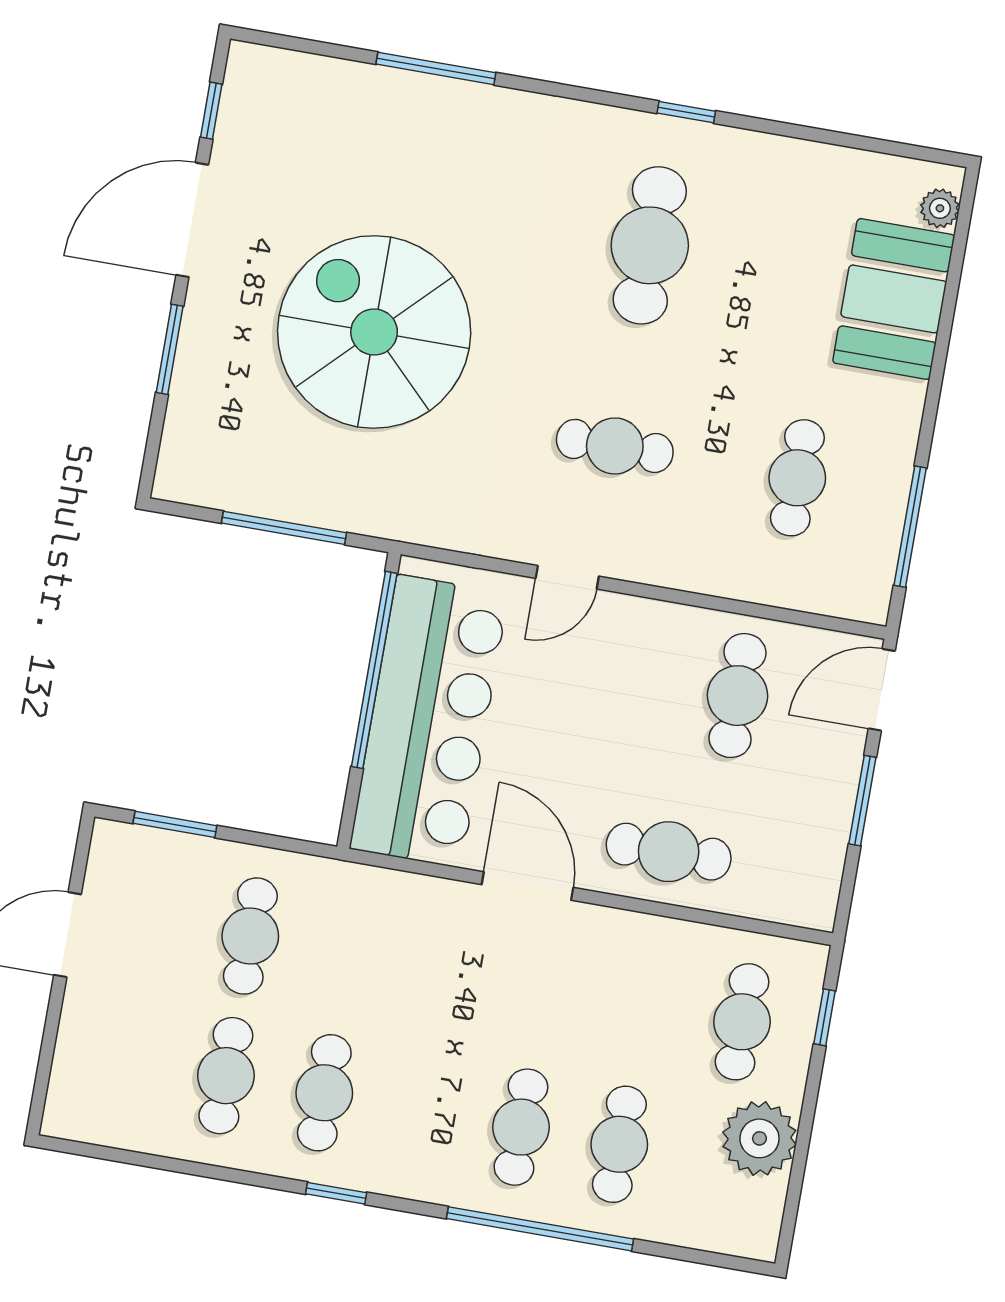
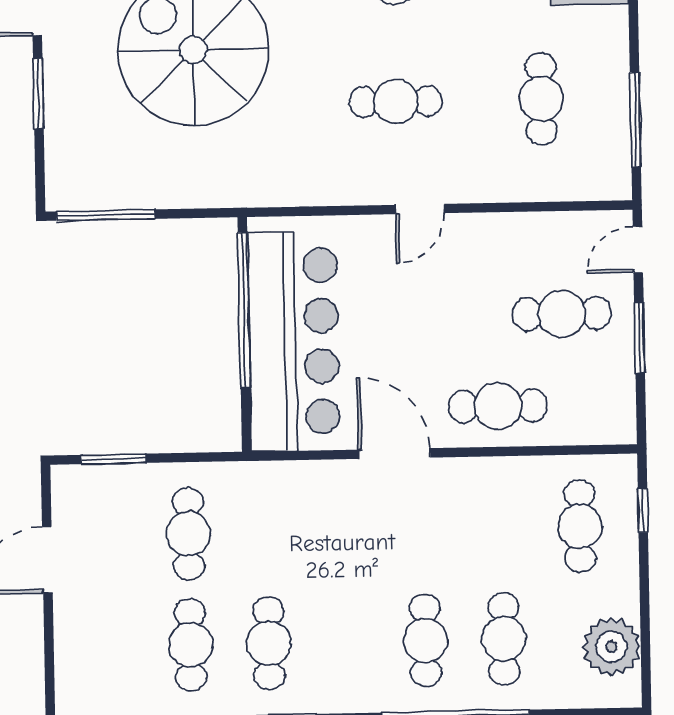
window: (284, 528) -> (106, 215), moved
door: (567, 577) -> (420, 209), moved
door: (882, 690) -> (638, 249), width x0.73
cafe table: (738, 696) -> (562, 314), moved, turned 90
plant: (759, 1138) -> (611, 647), moved

